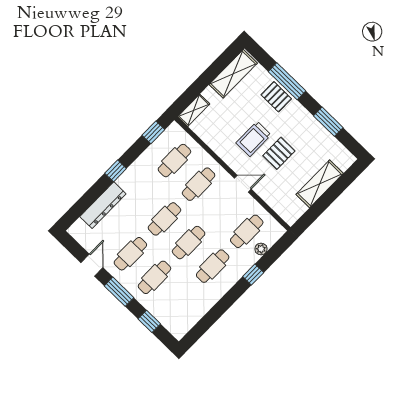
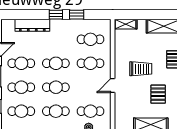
window: (153, 132) -> (77, 15), moved
trolley: (253, 139) -> (141, 69), turned 180
pallet: (279, 153) -> (158, 94), moved, turned 90
door: (243, 184) -> (113, 85), swing flipped
cafe table: (179, 301) -> (21, 111), added

